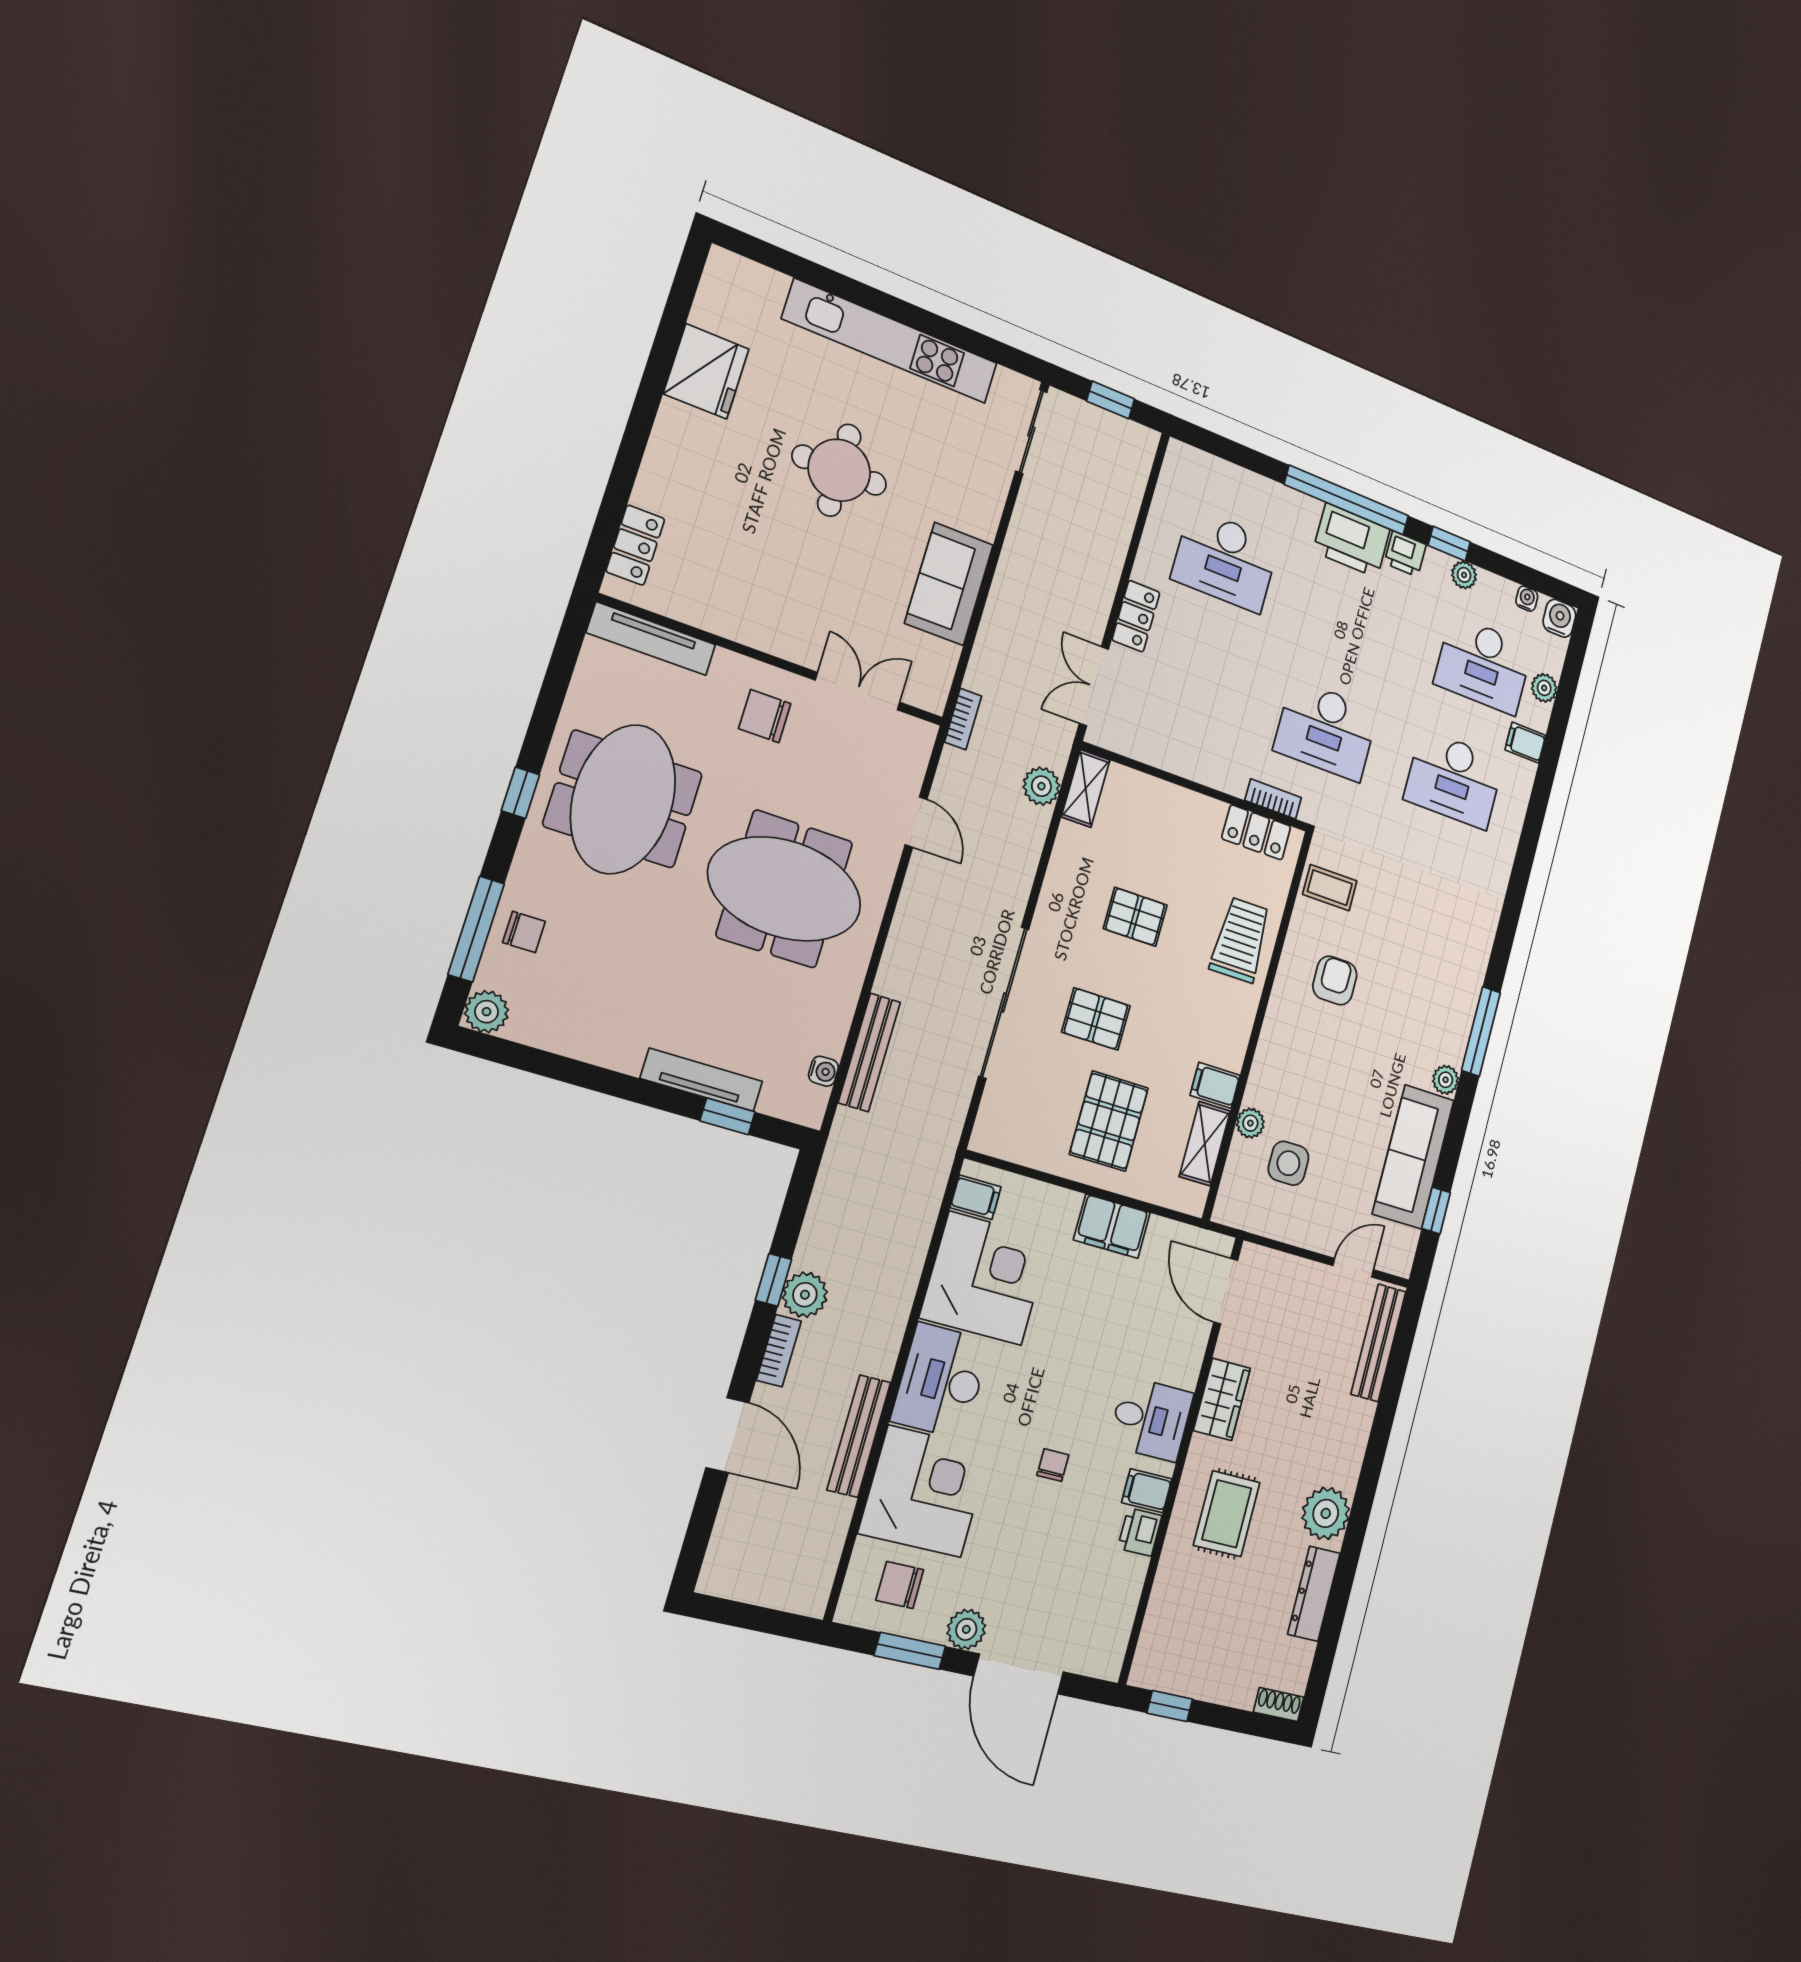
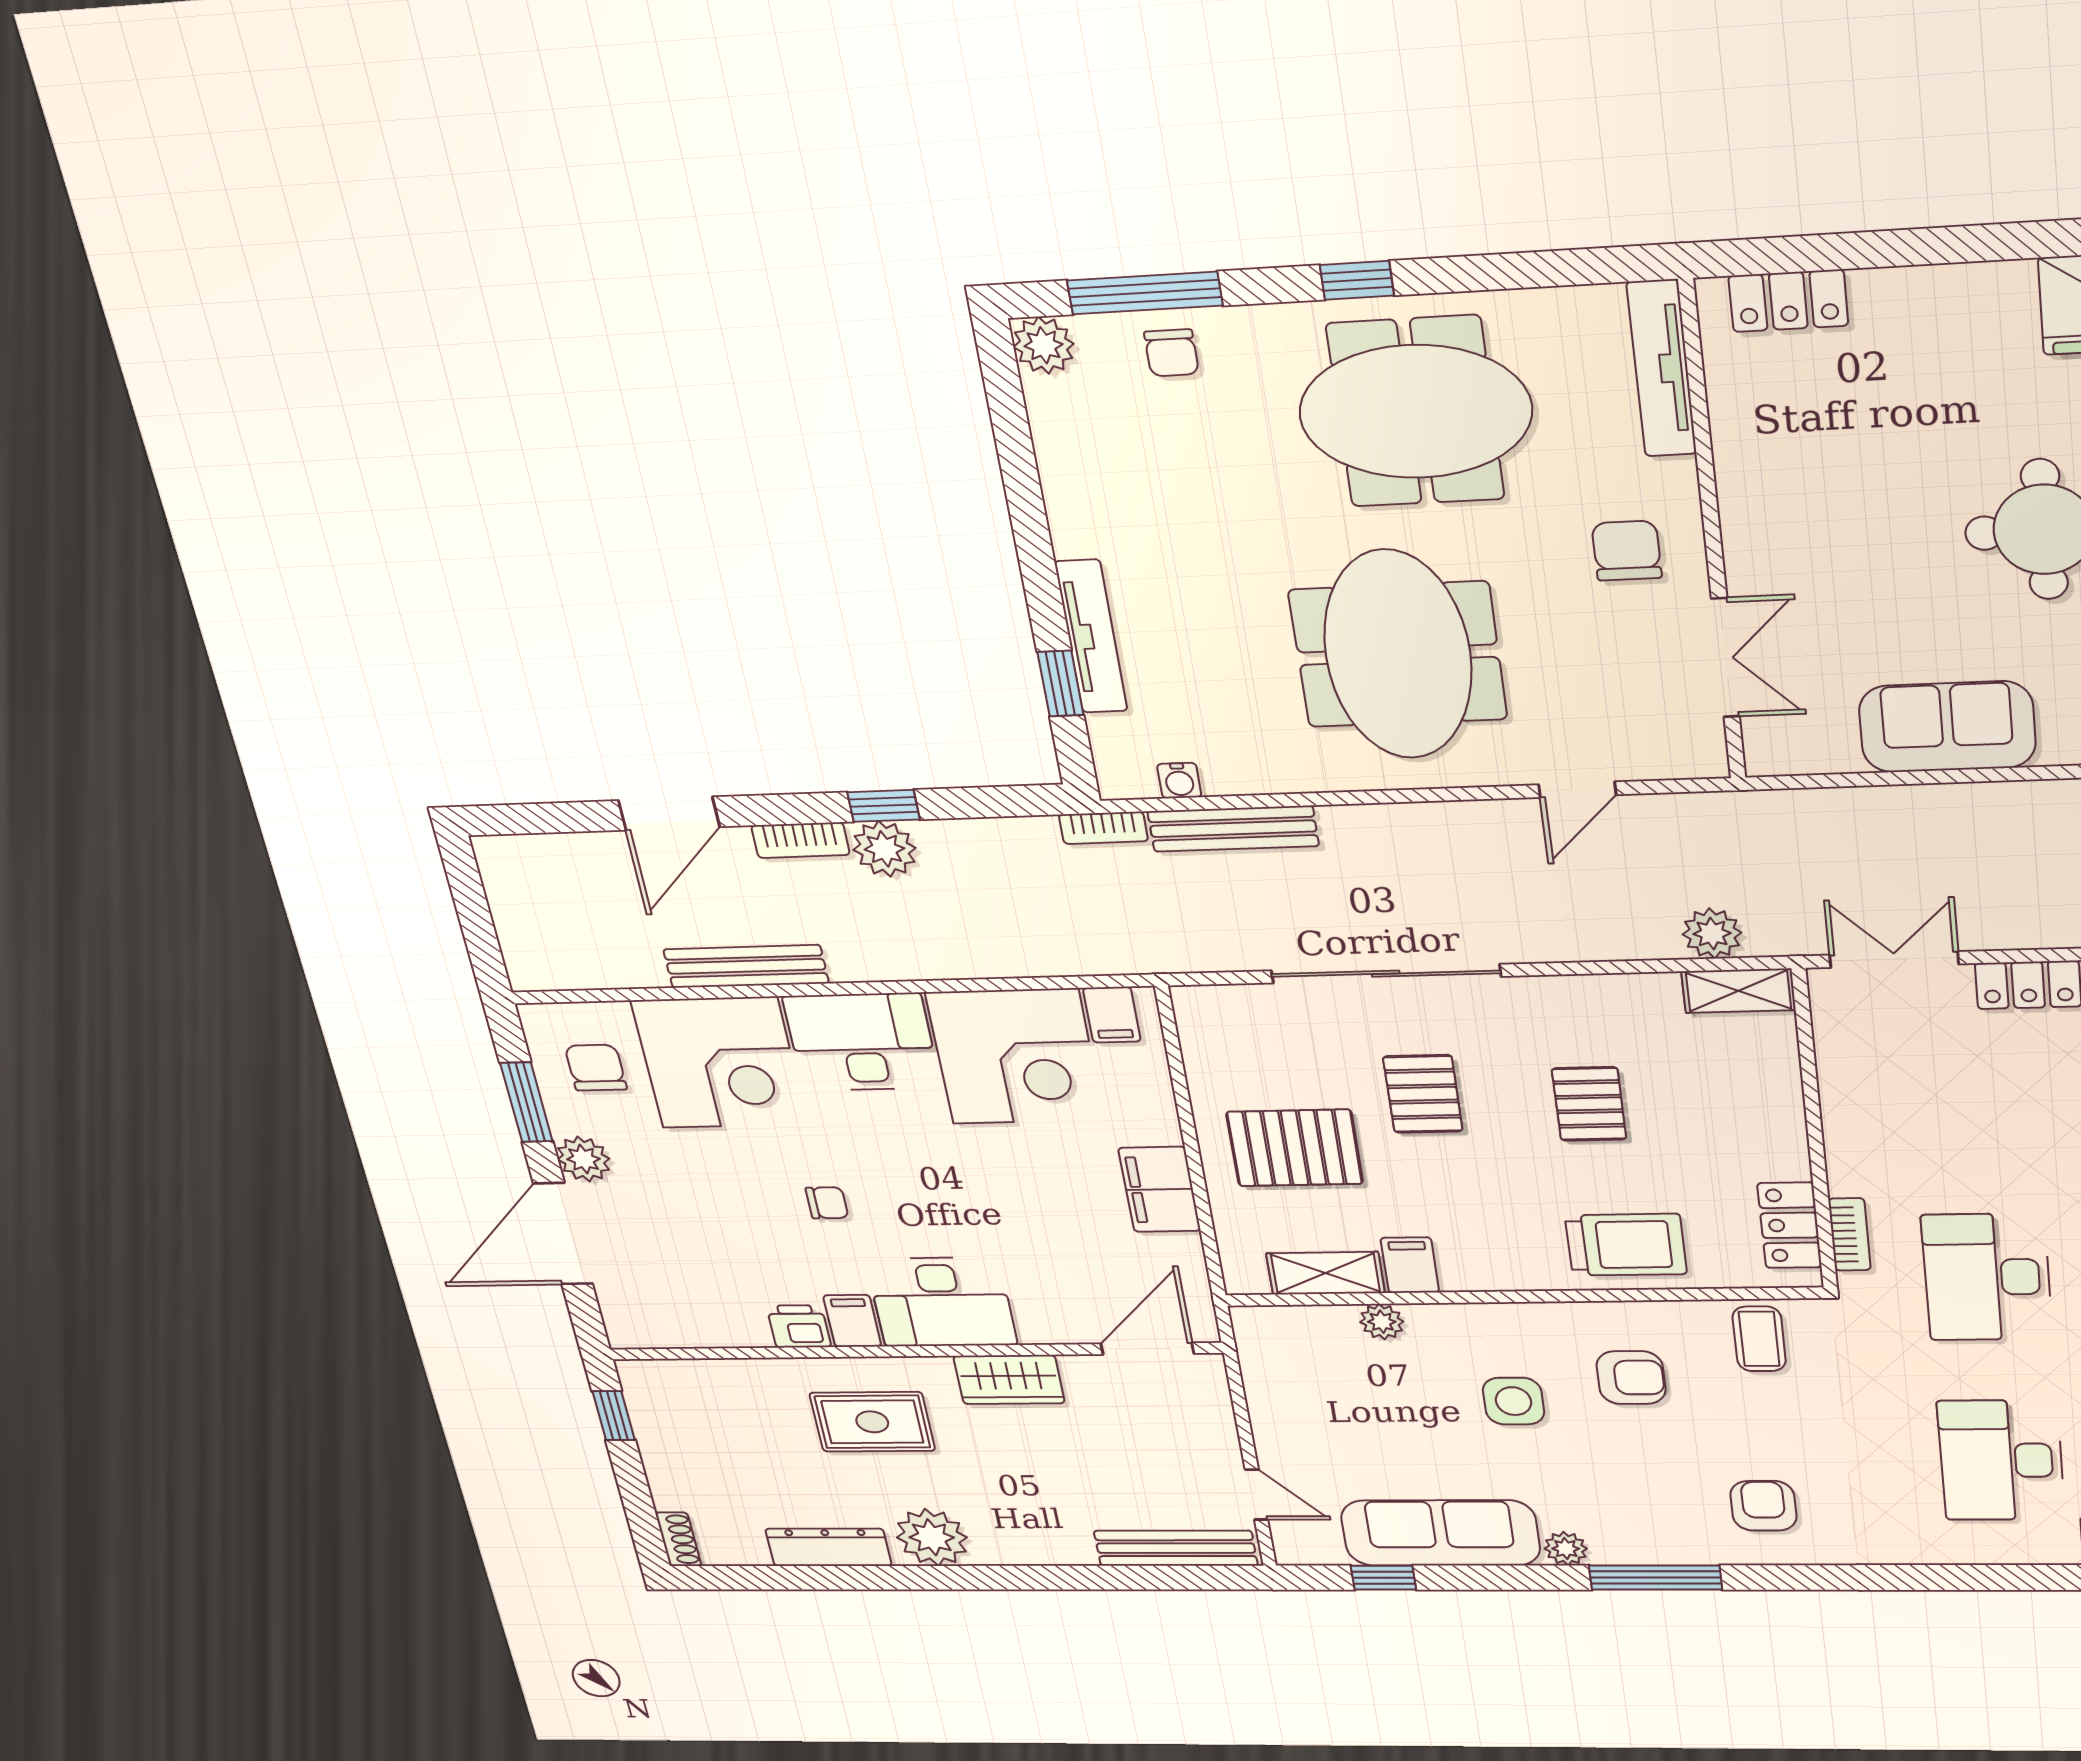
bookcase: (963, 719) -> (1103, 828), moved
armchair: (1447, 939) -> (1763, 1506), added
side table: (1288, 1163) -> (1514, 1401), moved
desk: (1151, 1419) -> (942, 1302), width x1.37

